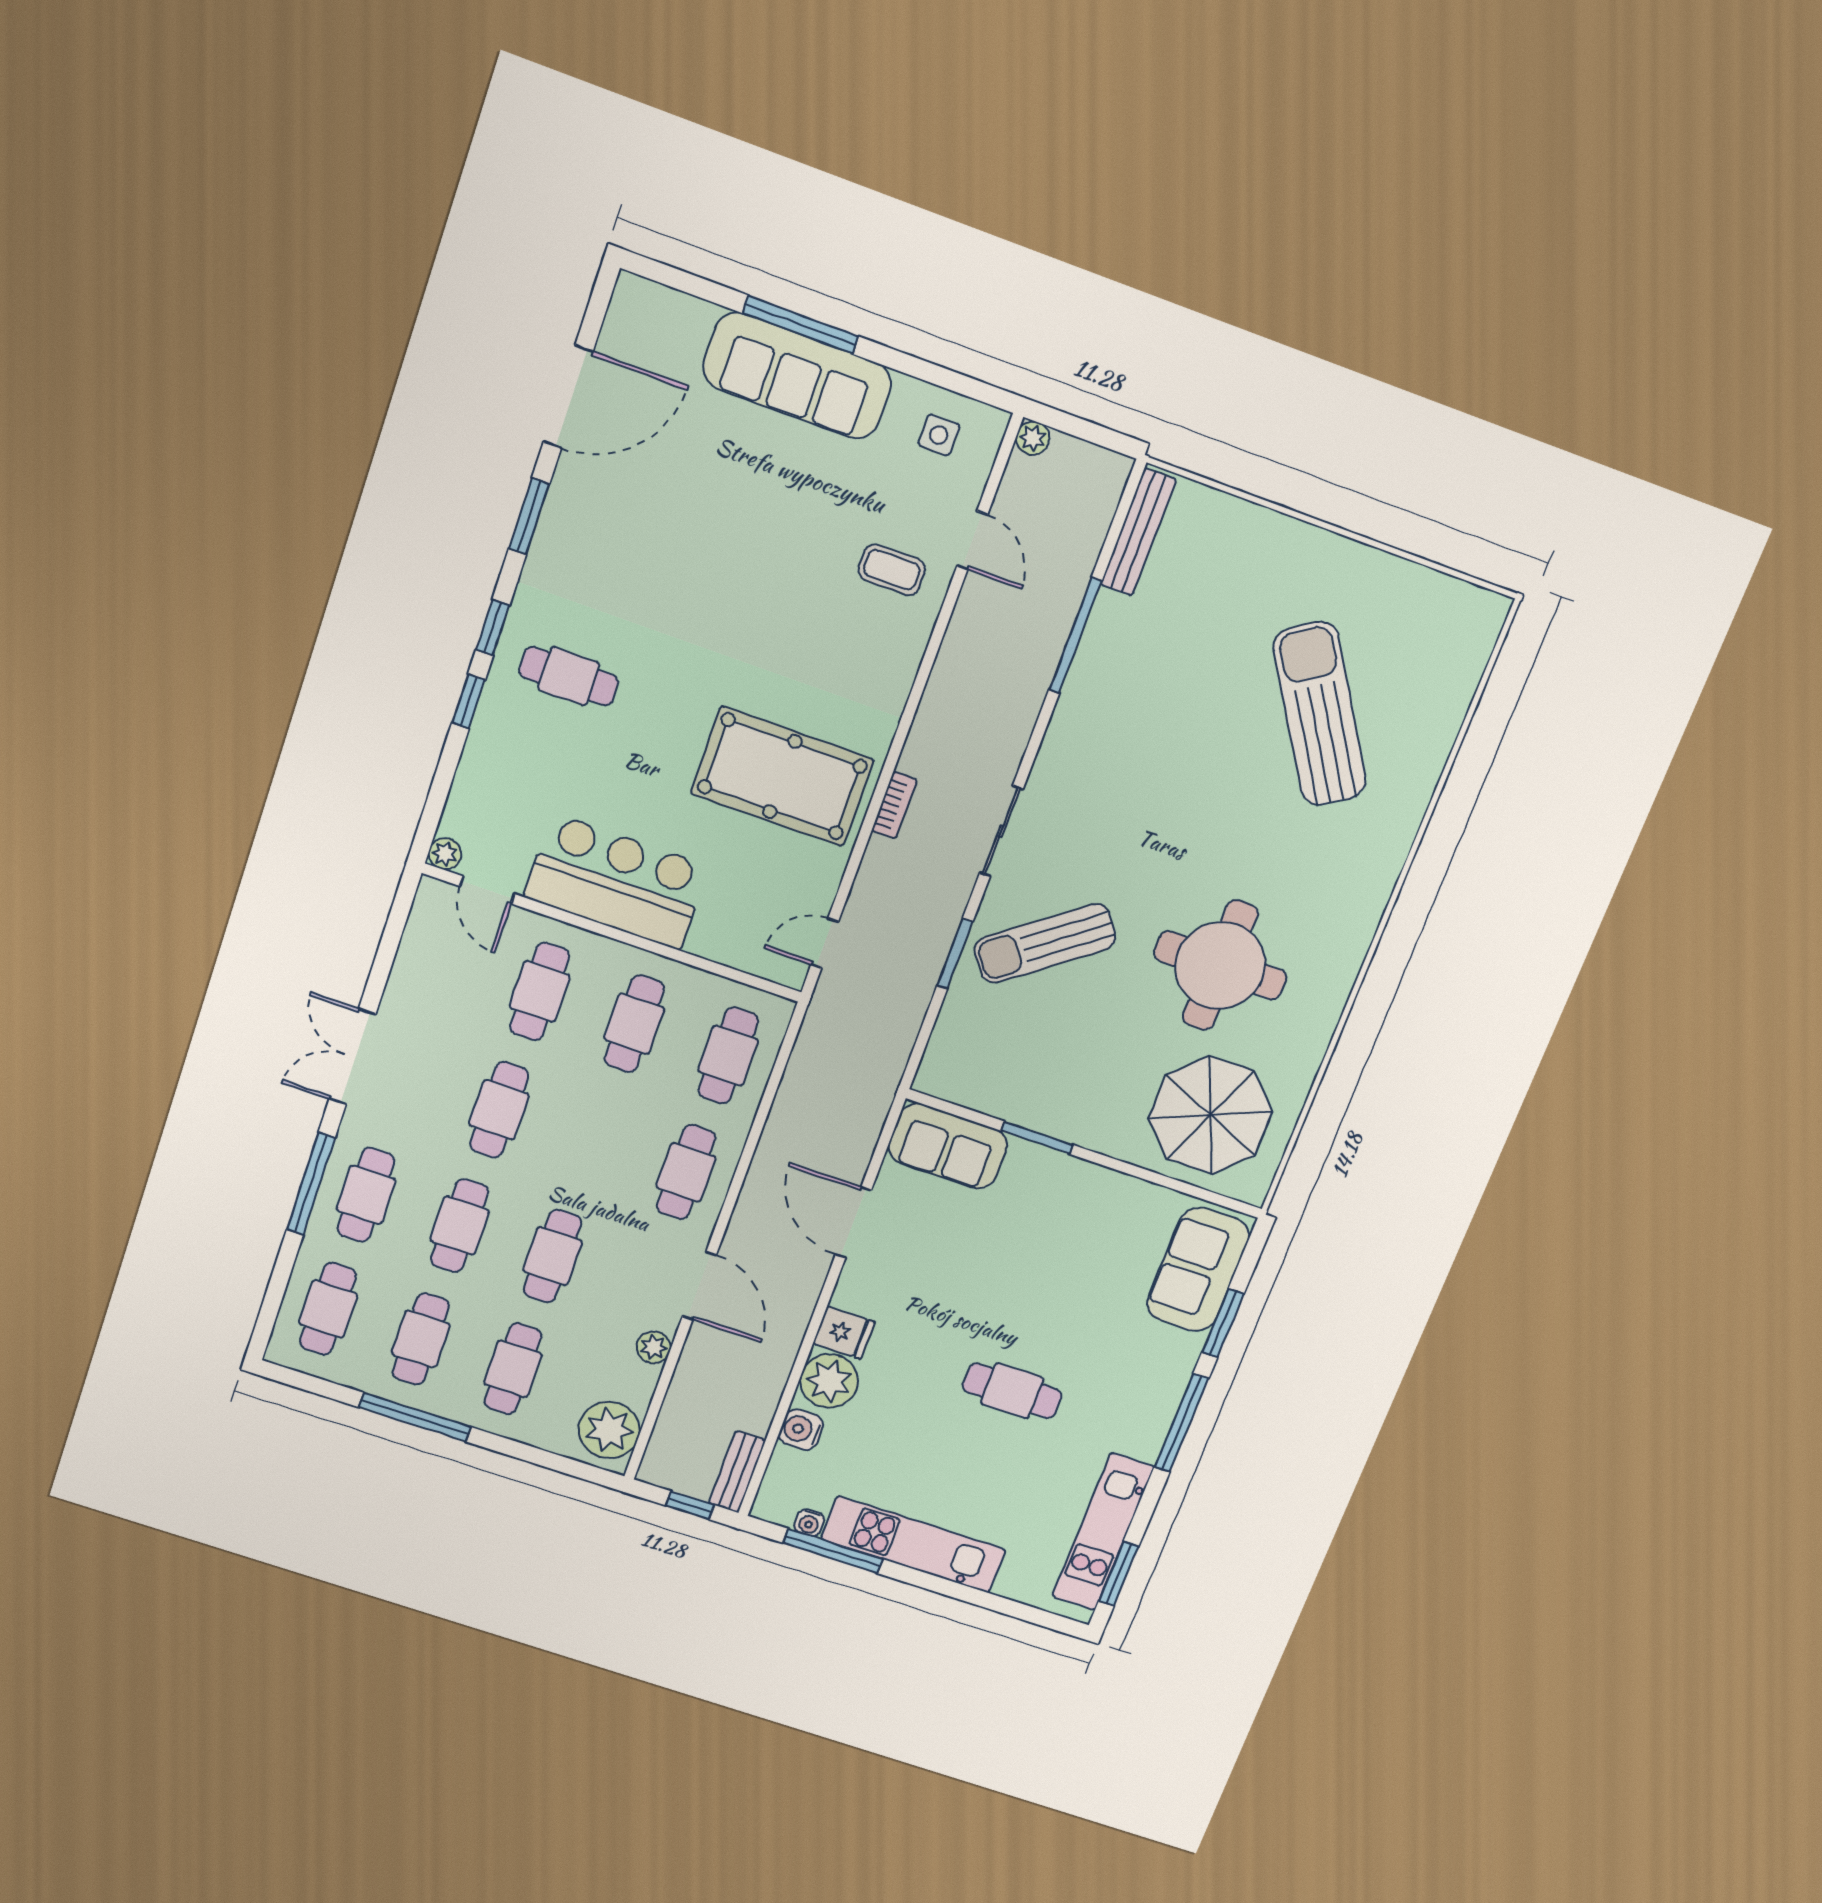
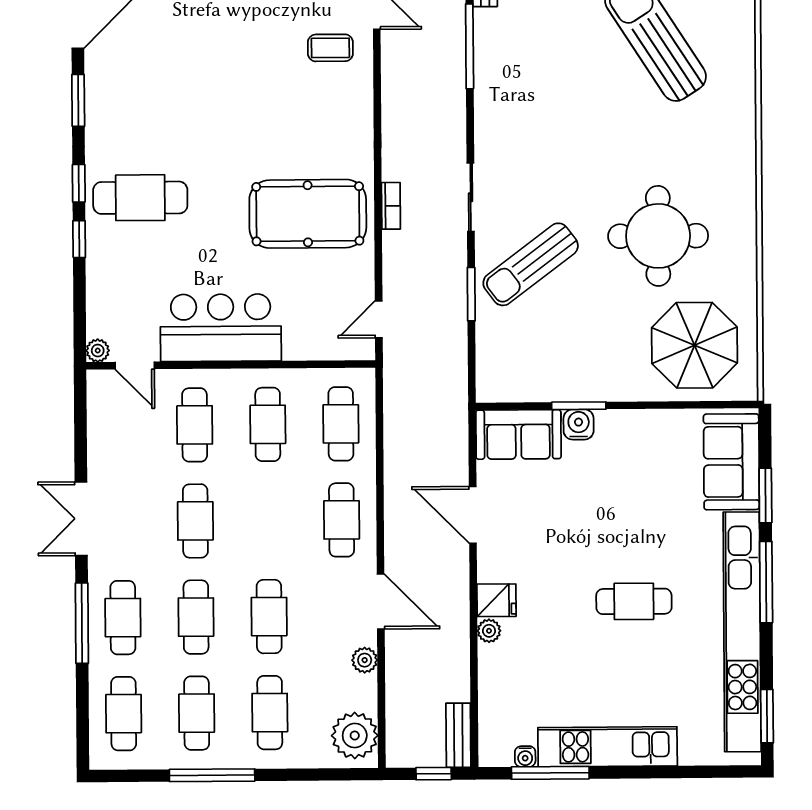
cafe table: (569, 676) -> (140, 198), width x1.37, depth x1.35
plant: (829, 1381) -> (489, 631), width x0.53, depth x0.53
water cooler: (801, 1430) -> (579, 424), moved, turned 90
kitchen unit: (1103, 1532) -> (742, 632), width x1.86

